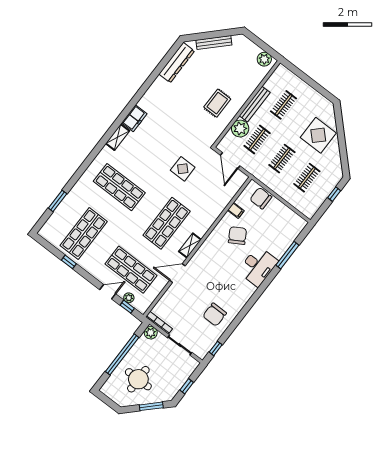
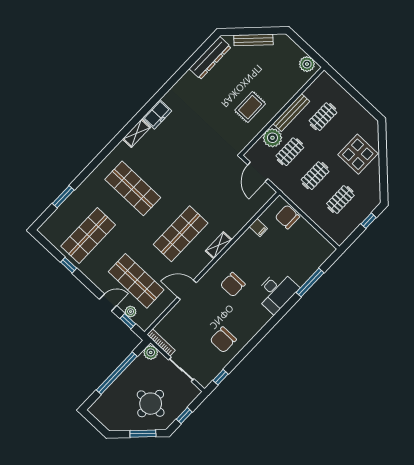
display table: (183, 169) -> (205, 176), removed
chair: (237, 236) -> (233, 285), moved, turned -150
shelving: (190, 246) -> (219, 245), moved
round table: (138, 379) -> (151, 404), moved

